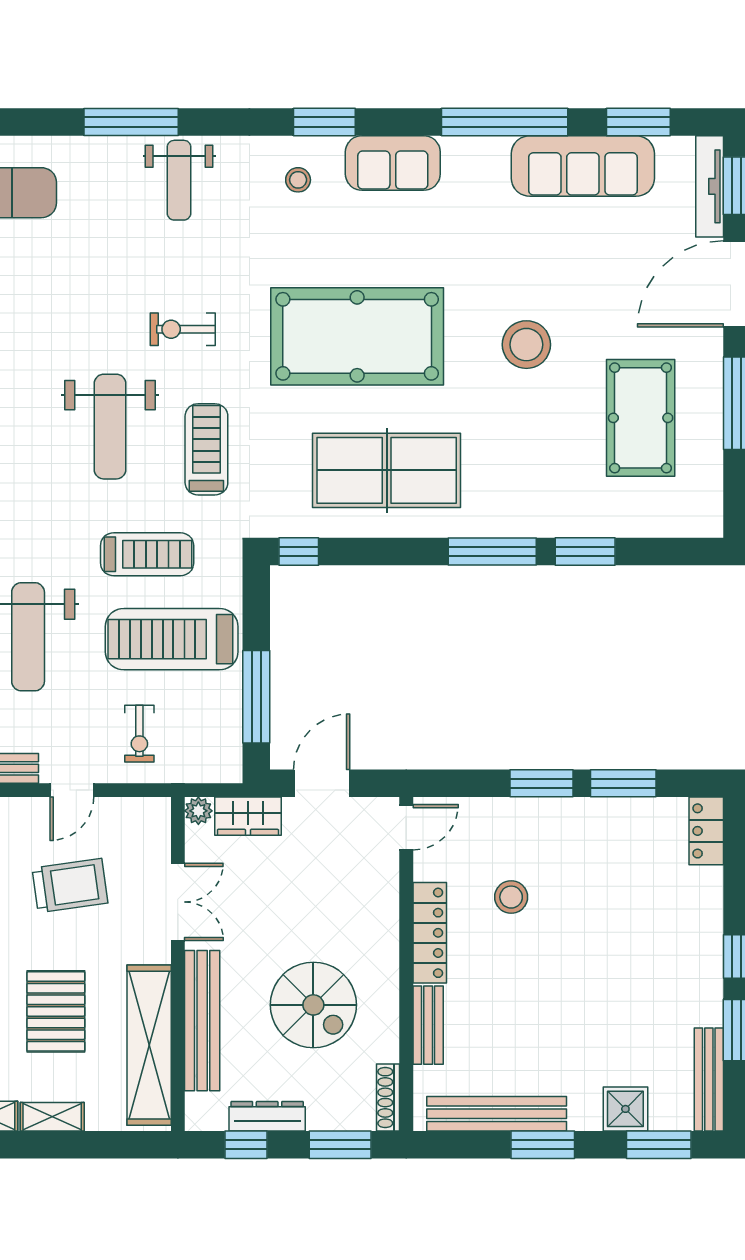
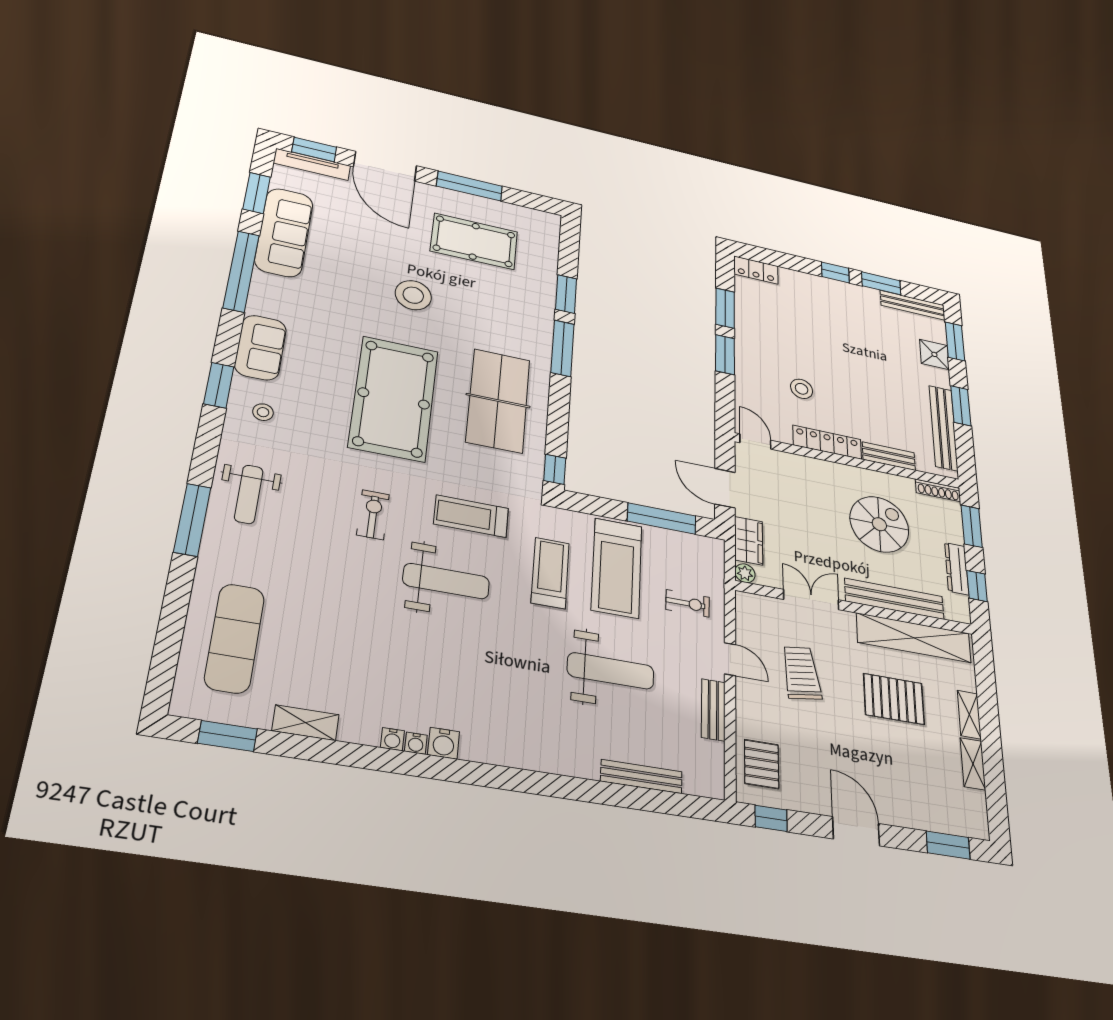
weight bench: (179, 180) -> (249, 494), turned 90
exercise bike: (183, 329) -> (373, 515), turned 180

